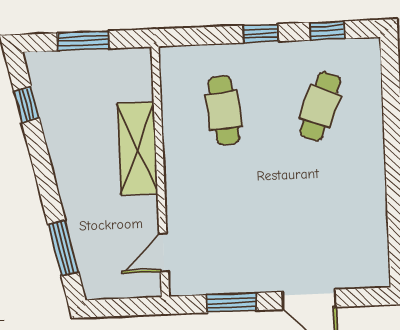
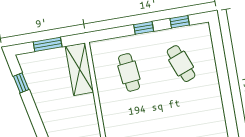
cafe table: (320, 106) -> (181, 64), turned -42
shelving: (137, 148) -> (79, 69), moved

